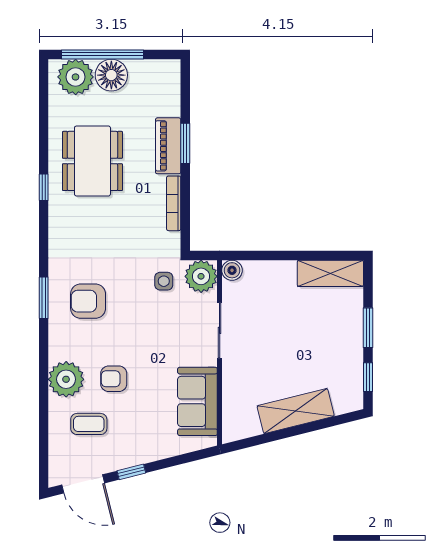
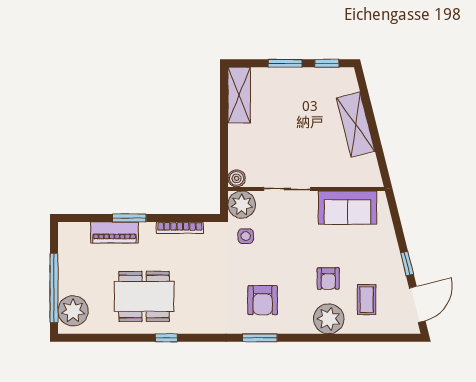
floor lamp: (111, 75) -> (71, 281), removed
piano: (168, 146) -> (114, 232), moved

